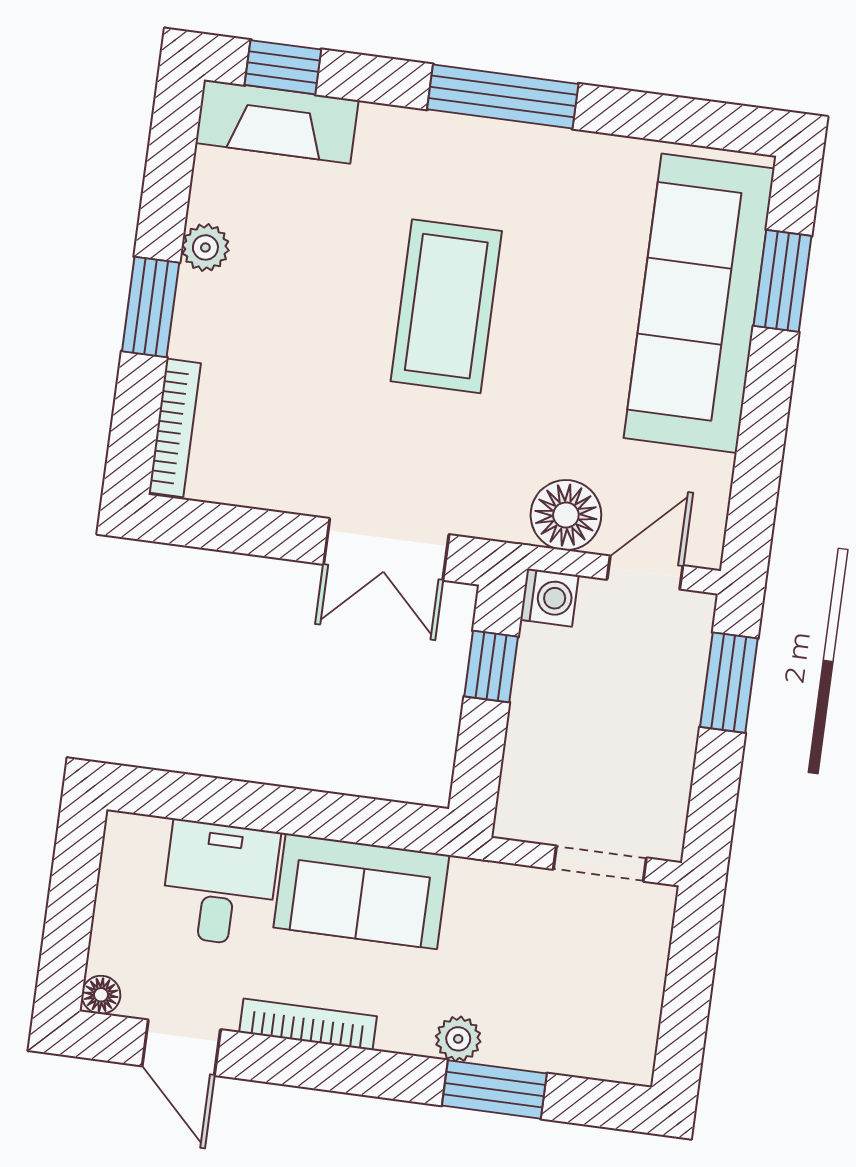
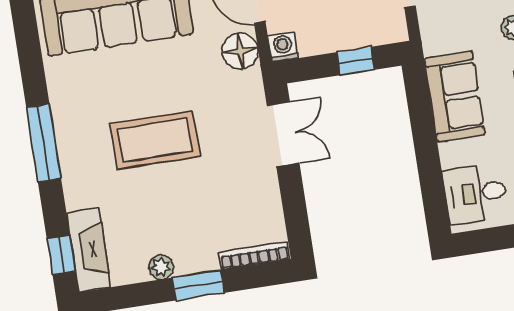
window: (491, 667) -> (356, 61), moved
desk: (220, 883) -> (475, 194), moved

